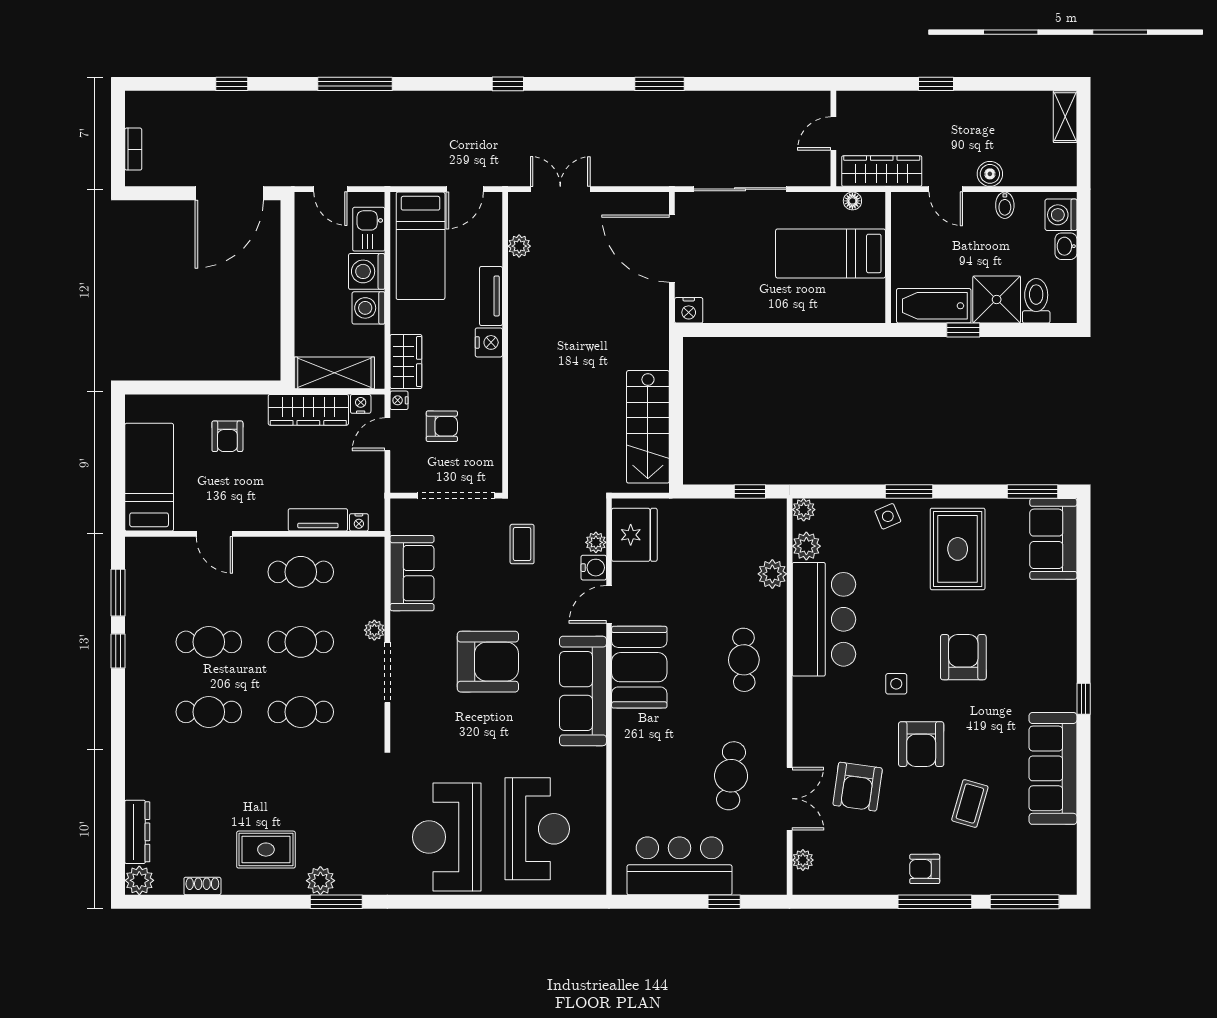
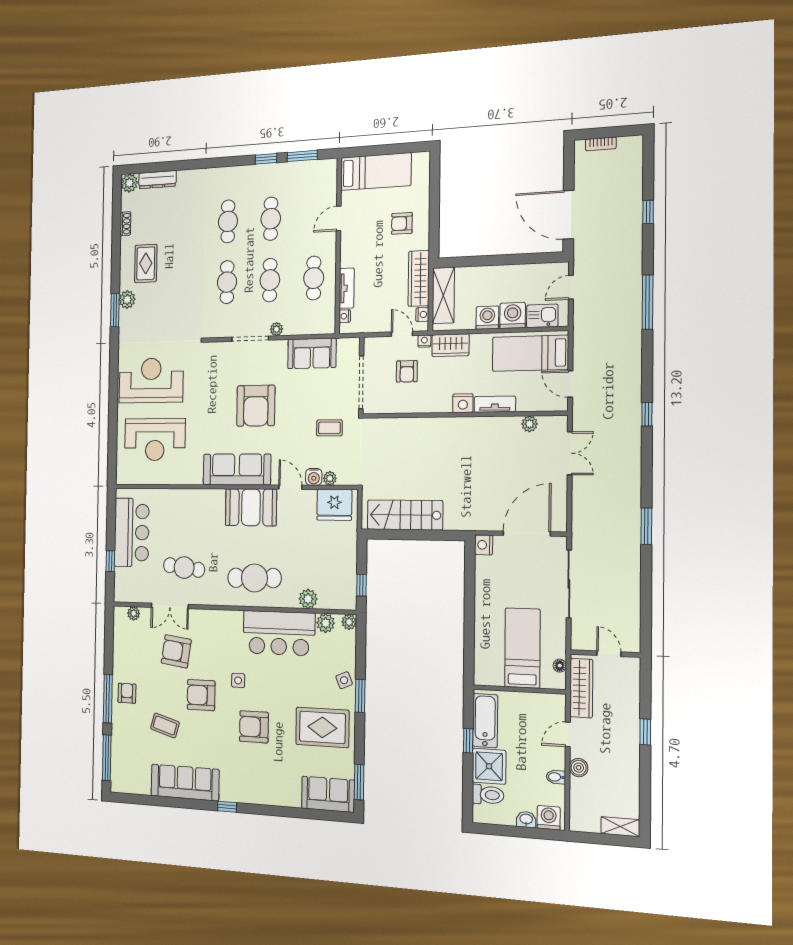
armchair: (963, 657) -> (254, 727), turned 180
cafe table: (744, 660) -> (254, 578), width x1.37, depth x1.35

